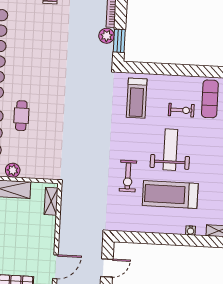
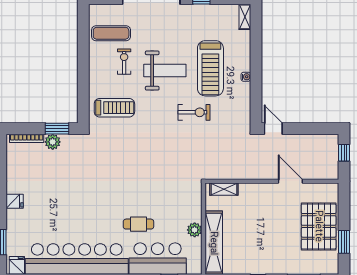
weight bench: (170, 150) -> (165, 71), turned 180
water cooler: (191, 230) -> (246, 77), moved
door: (107, 268) -> (273, 129), moved

